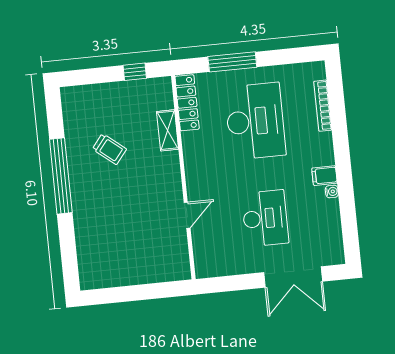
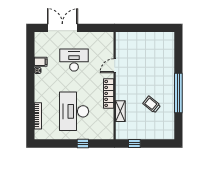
window: (232, 62) -> (83, 143), width x0.46
locker: (187, 103) -> (109, 93), moved
filing cabinet: (324, 176) -> (41, 62), moved
desk: (265, 218) -> (74, 60), turned 90

